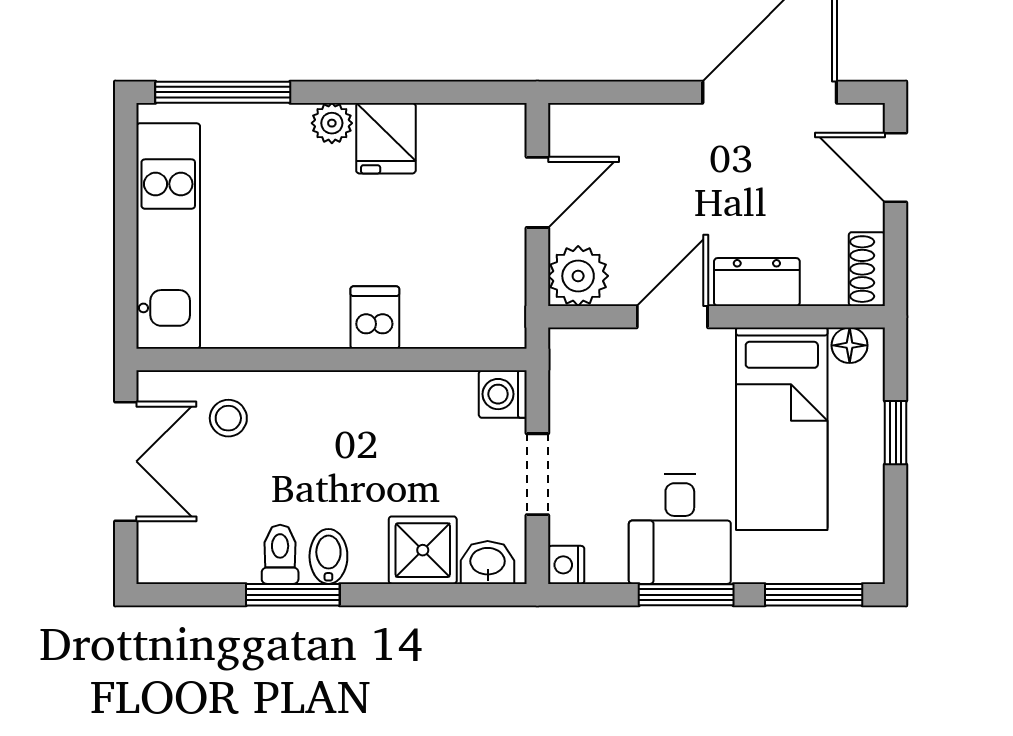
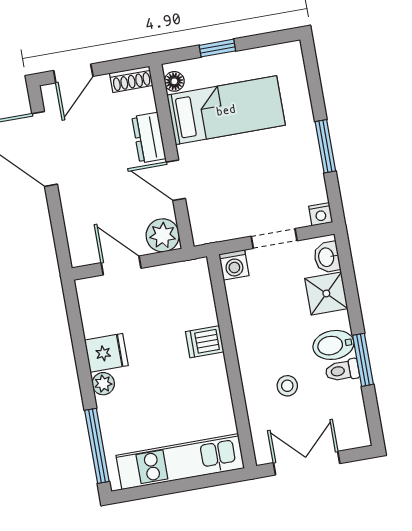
stool: (228, 418) -> (287, 386), moved
desk: (680, 529) -> (290, 156), removed
bidet: (328, 556) -> (333, 345), width x1.38, depth x1.36
window: (814, 595) -> (313, 77), removed

